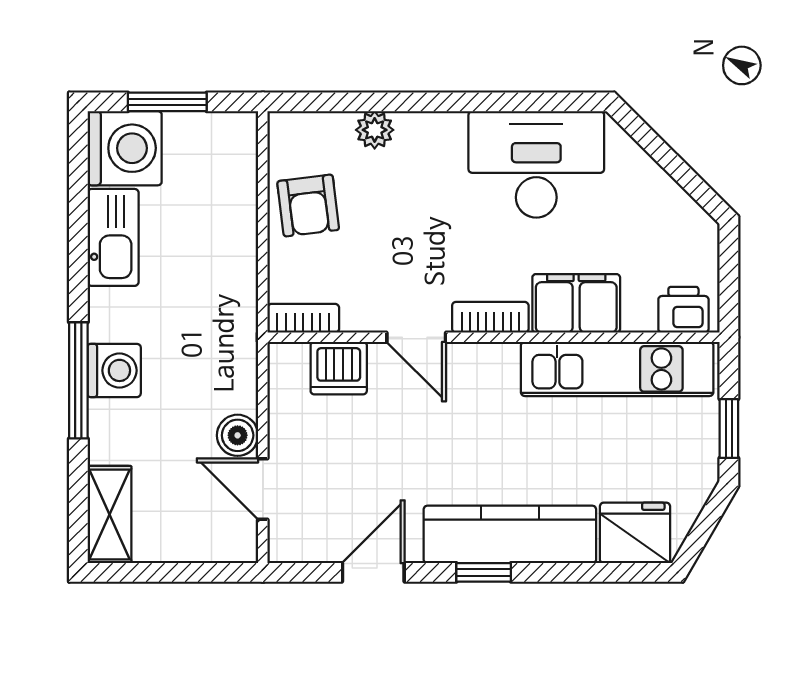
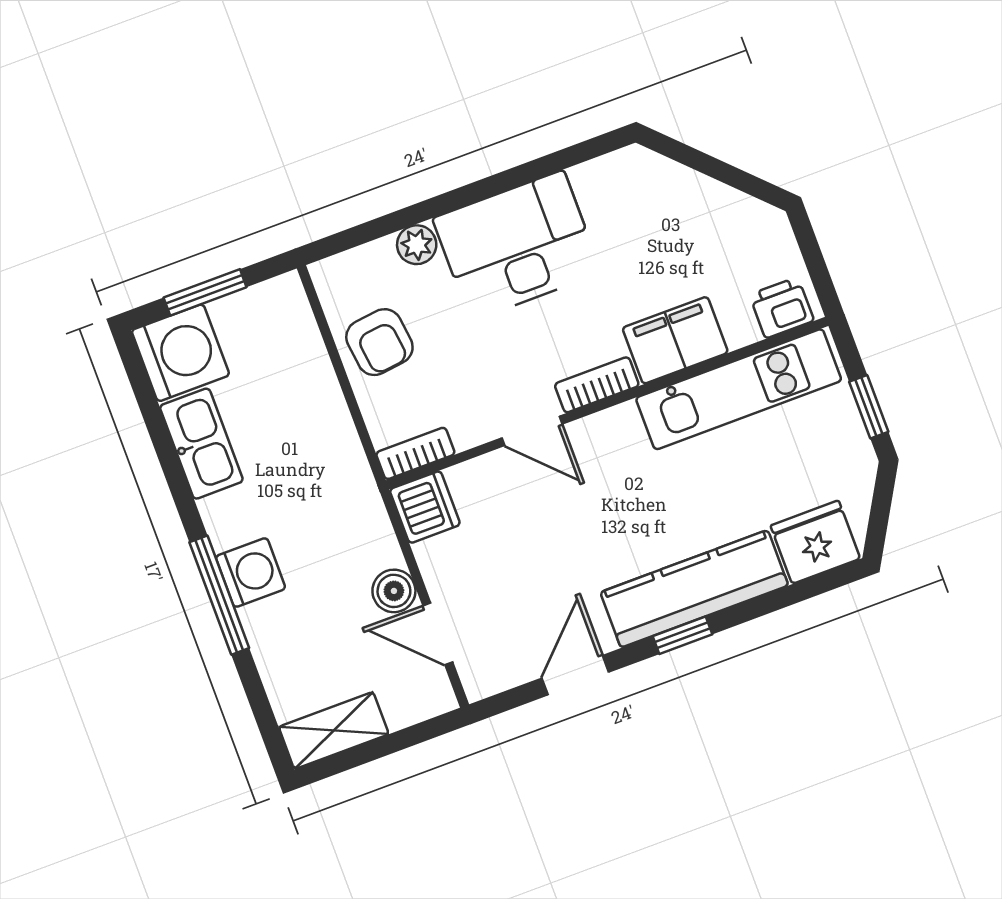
desk: (536, 164) -> (517, 245), moved
dishwasher: (339, 368) -> (425, 507), moved, turned -90
shelving: (109, 515) -> (334, 730), moved, turned 90

